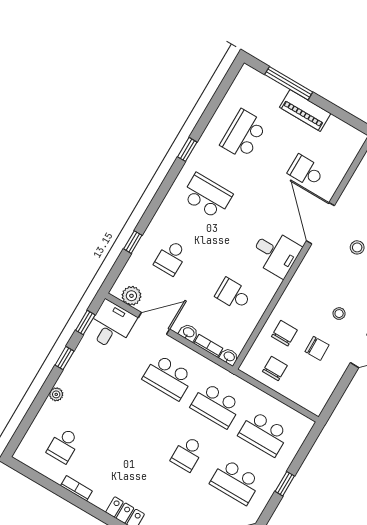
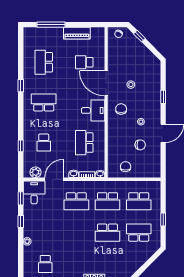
piano: (305, 110) -> (77, 33), moved
school desk: (233, 294) -> (84, 143), width x1.85
chair: (284, 333) -> (121, 109), moved
school desk: (188, 454) -> (108, 233), width x1.85
school desk: (235, 482) -> (139, 233), turned 180

